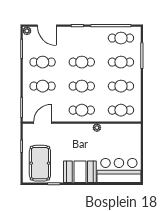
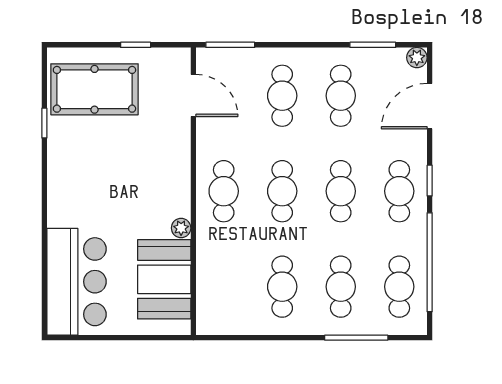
cafe table: (121, 110) -> (399, 191), moved
booth: (80, 172) -> (164, 279), moved

